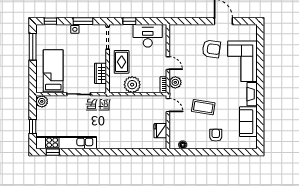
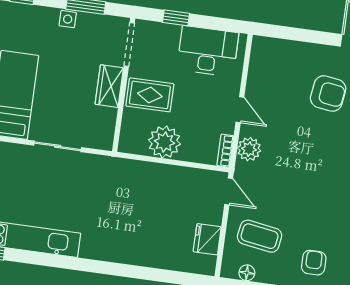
rug: (122, 62) -> (150, 95), turned 90
wardrobe: (100, 73) -> (109, 86), moved
coffee table: (203, 107) -> (260, 236), moved

